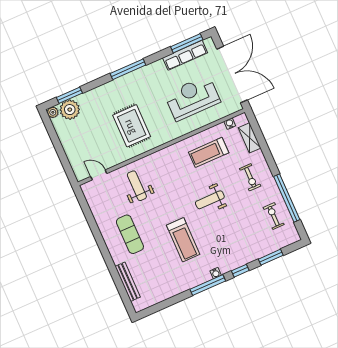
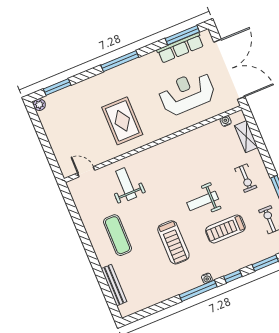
plant: (70, 110) -> (57, 102), removed
treadmill: (209, 152) -> (225, 229), moved

